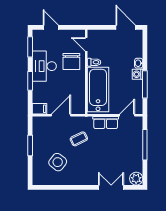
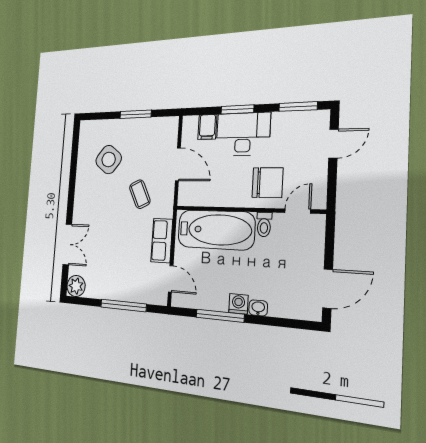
chair: (71, 61) -> (268, 183), turned 180
desk: (44, 66) -> (243, 134), moved
filing cabinet: (39, 109) -> (207, 127), moved

